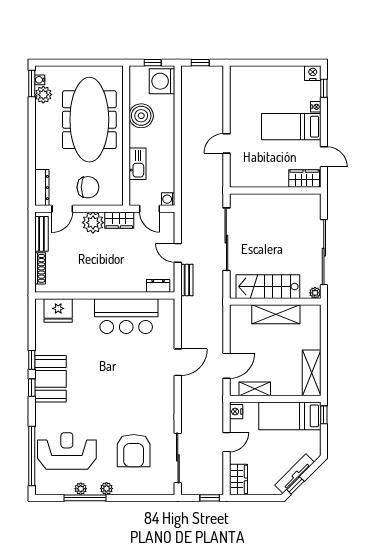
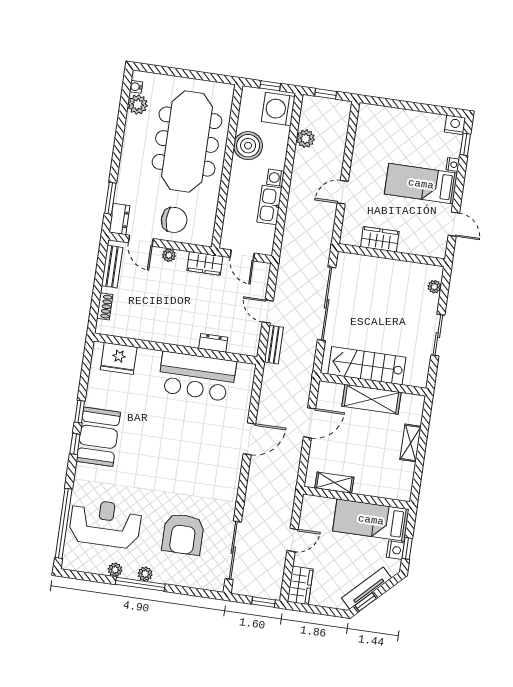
window: (32, 84) -> (110, 198), moved
plant: (189, 103) -> (305, 139), added
kitchen sink: (137, 164) -> (269, 205), moved, turned 180
wardrobe: (304, 179) -> (380, 239), moved
dresser: (42, 188) -> (119, 219), width x0.70
washing machine: (168, 199) -> (275, 178), moved
door: (62, 209) -> (141, 241), hinge flipped
plant: (93, 223) -> (169, 255), width x0.53, depth x0.53
sliding door: (324, 252) -> (438, 335), width x0.54
shoe rack: (40, 268) -> (105, 306), width x0.70
dresser: (158, 286) -> (213, 343), moved
plant: (315, 293) -> (434, 287), moved
door: (226, 366) -> (309, 423), moved
shelving: (312, 373) -> (410, 443), moved, width x0.67, depth x0.75
nightstand: (236, 412) -> (395, 550), moved, turned 180
window: (324, 415) -> (407, 548), moved
window: (85, 498) -> (140, 584), moved

